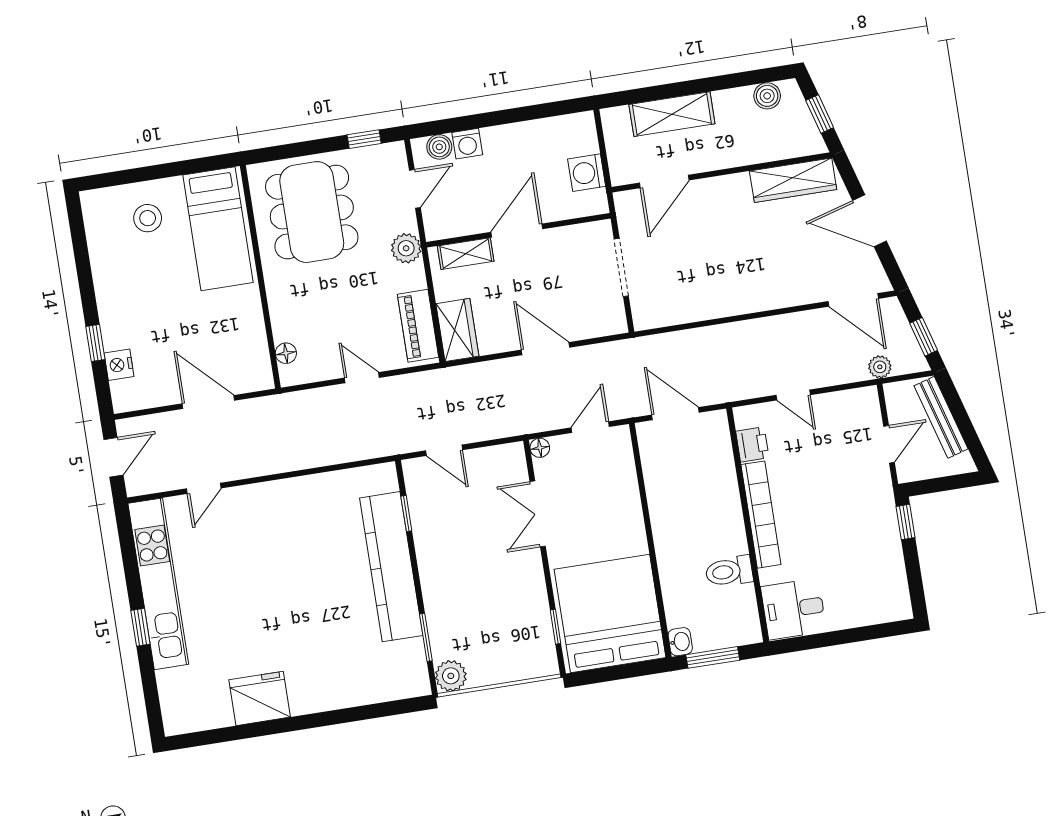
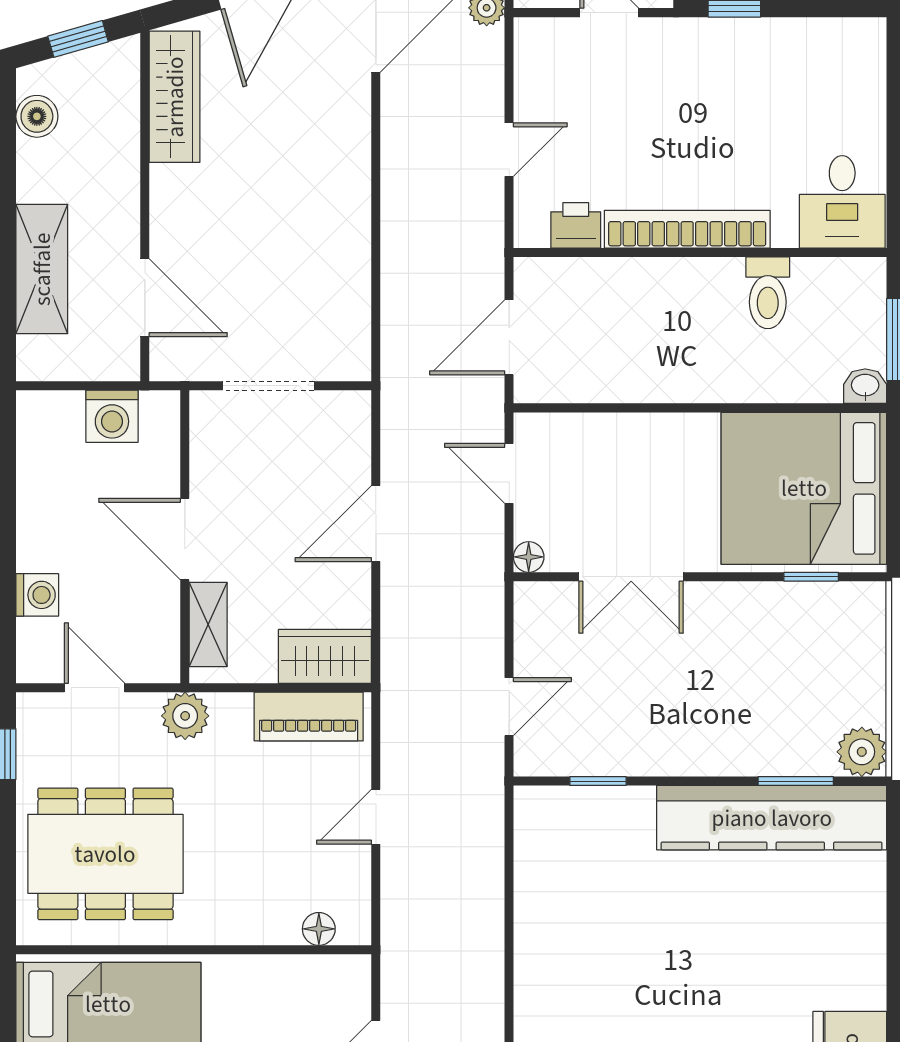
boiler: (439, 147) -> (36, 639), removed
kitchen counter: (391, 567) -> (772, 818), moved

